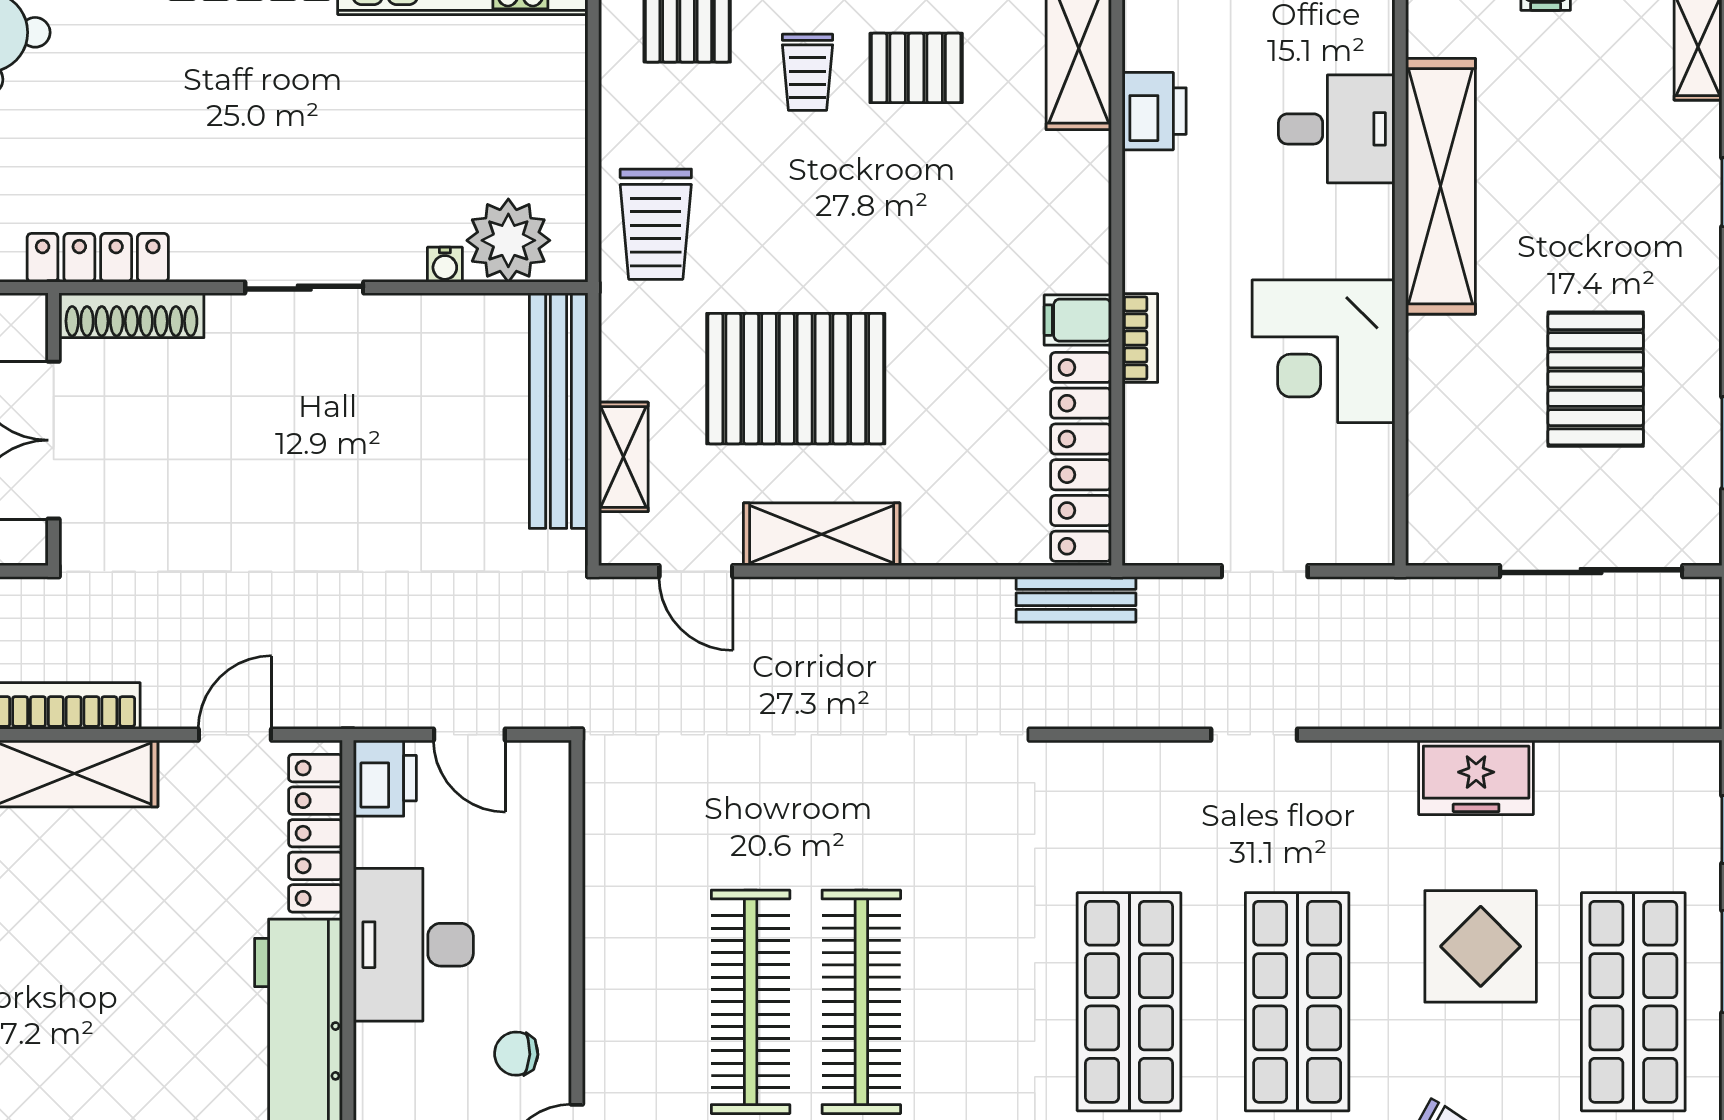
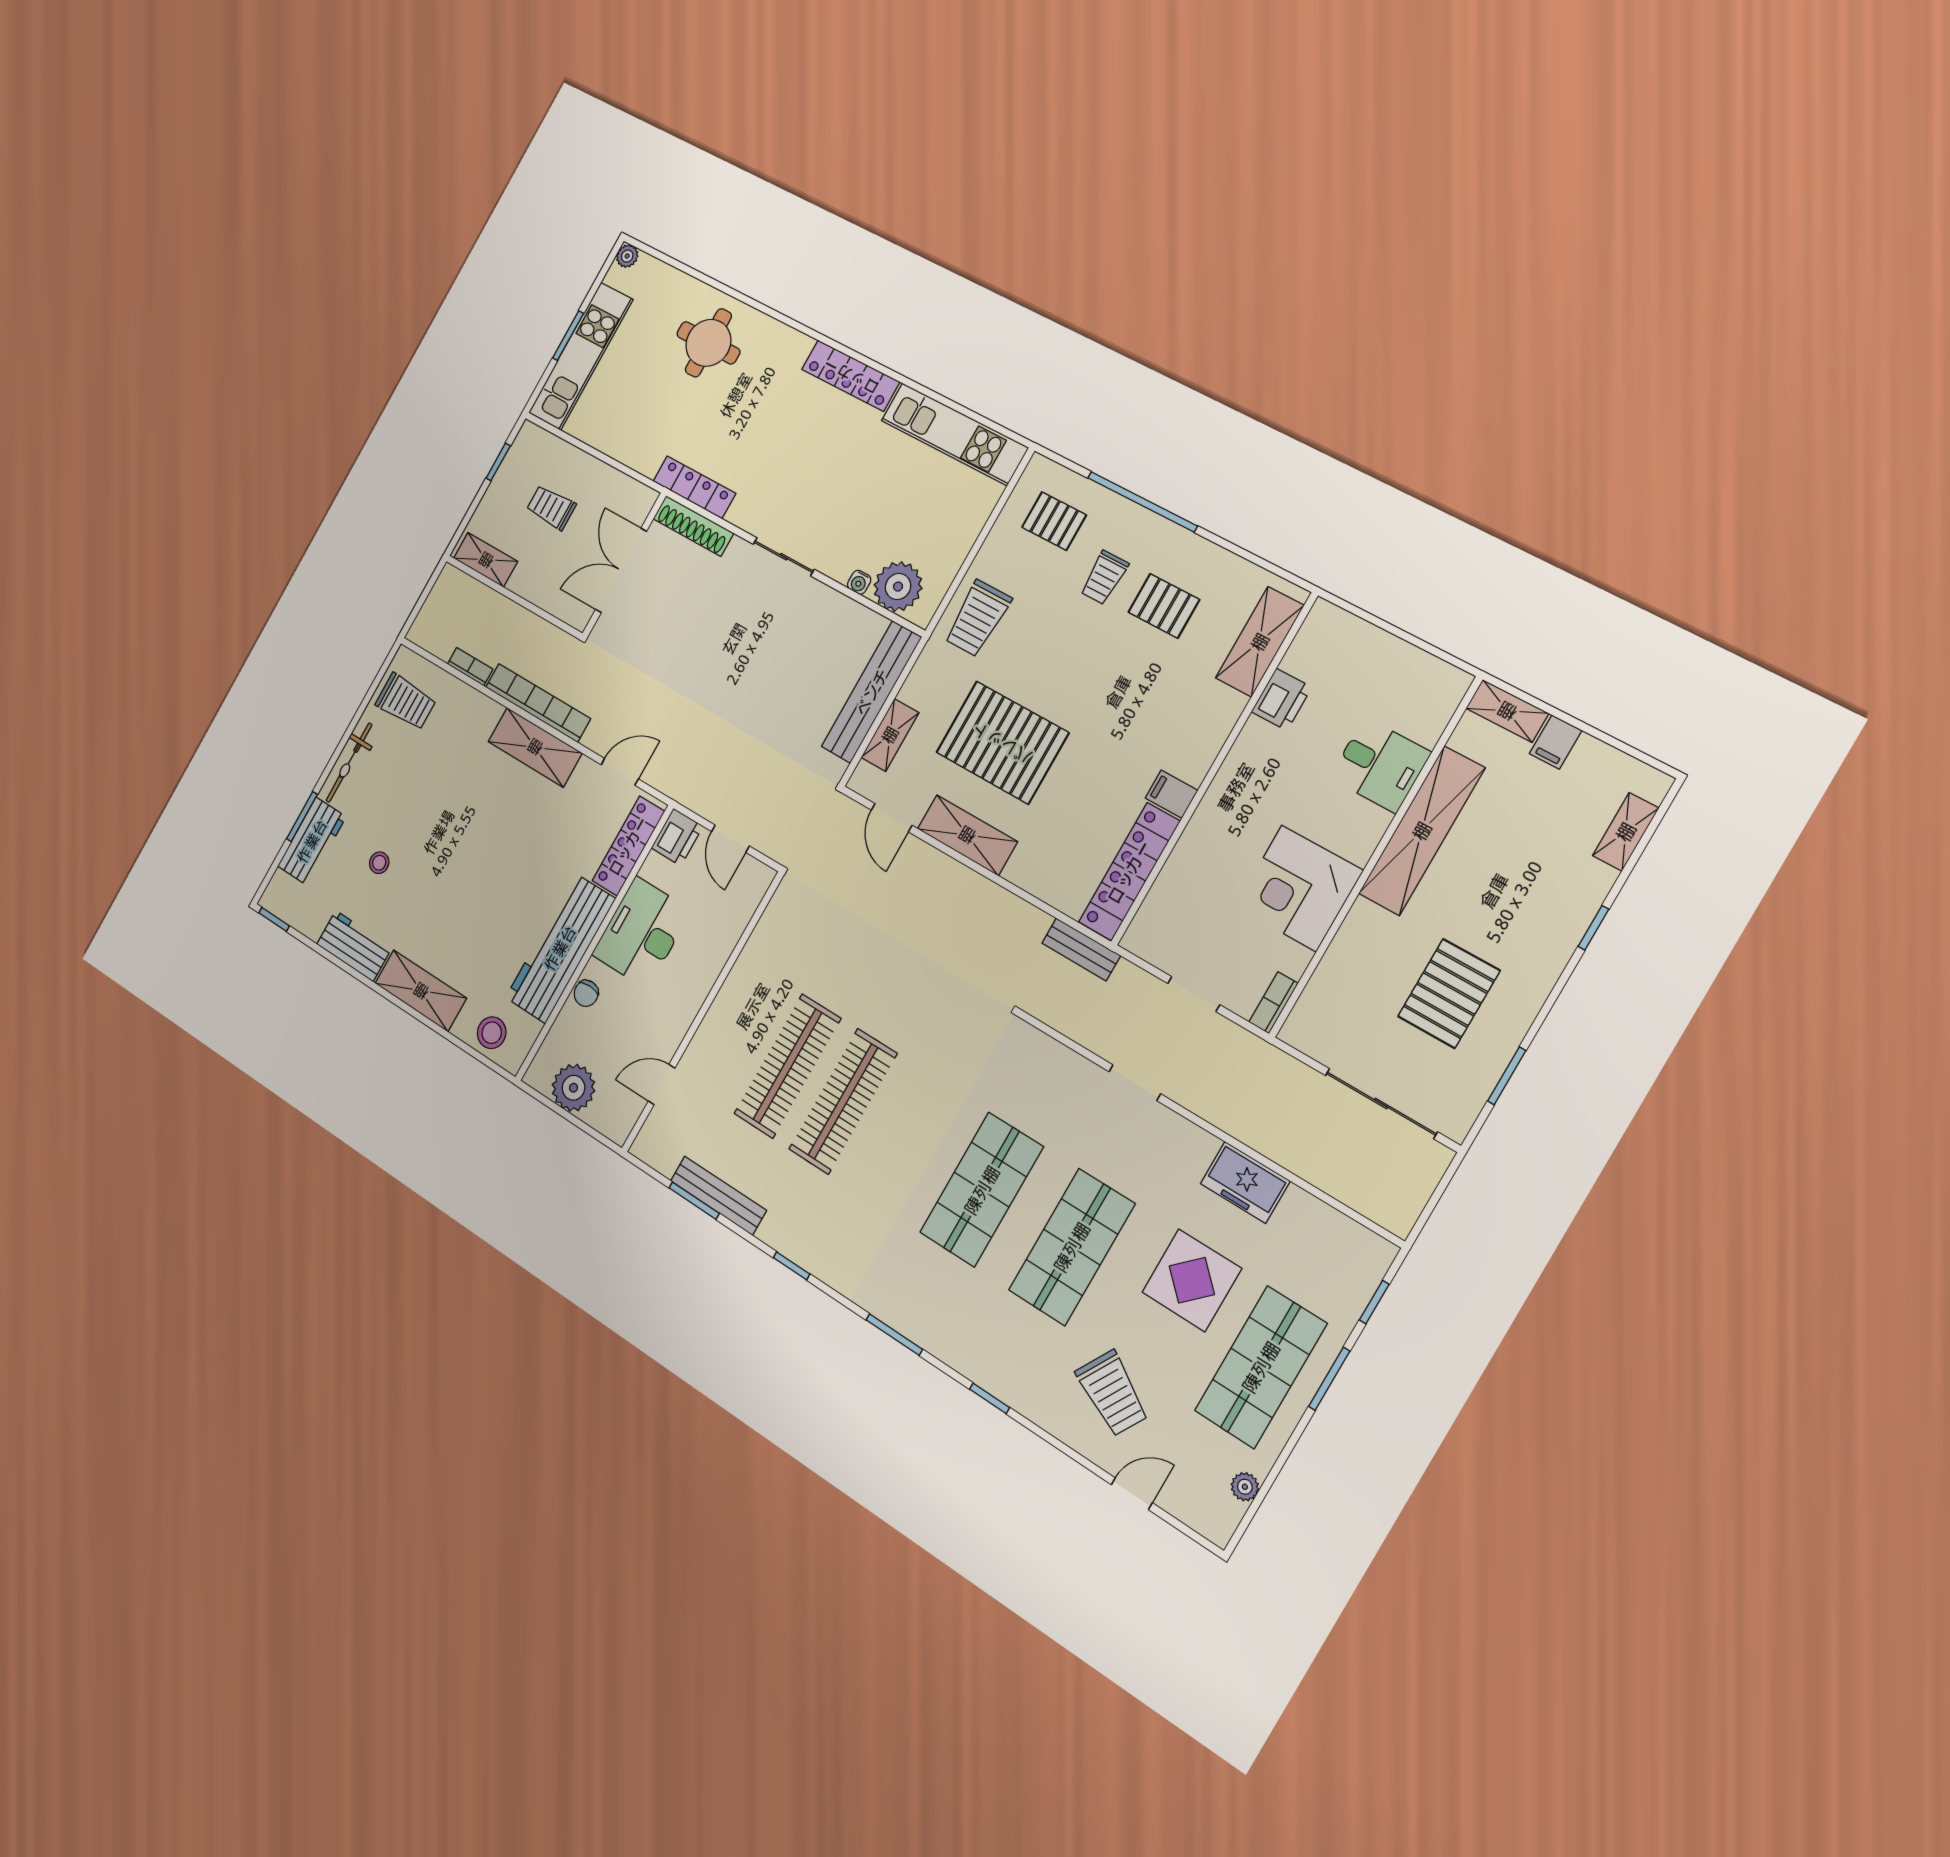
bookcase: (1140, 338) -> (1273, 1003), moved, turned 180
chair: (516, 1054) -> (586, 993), moved, turned -93

